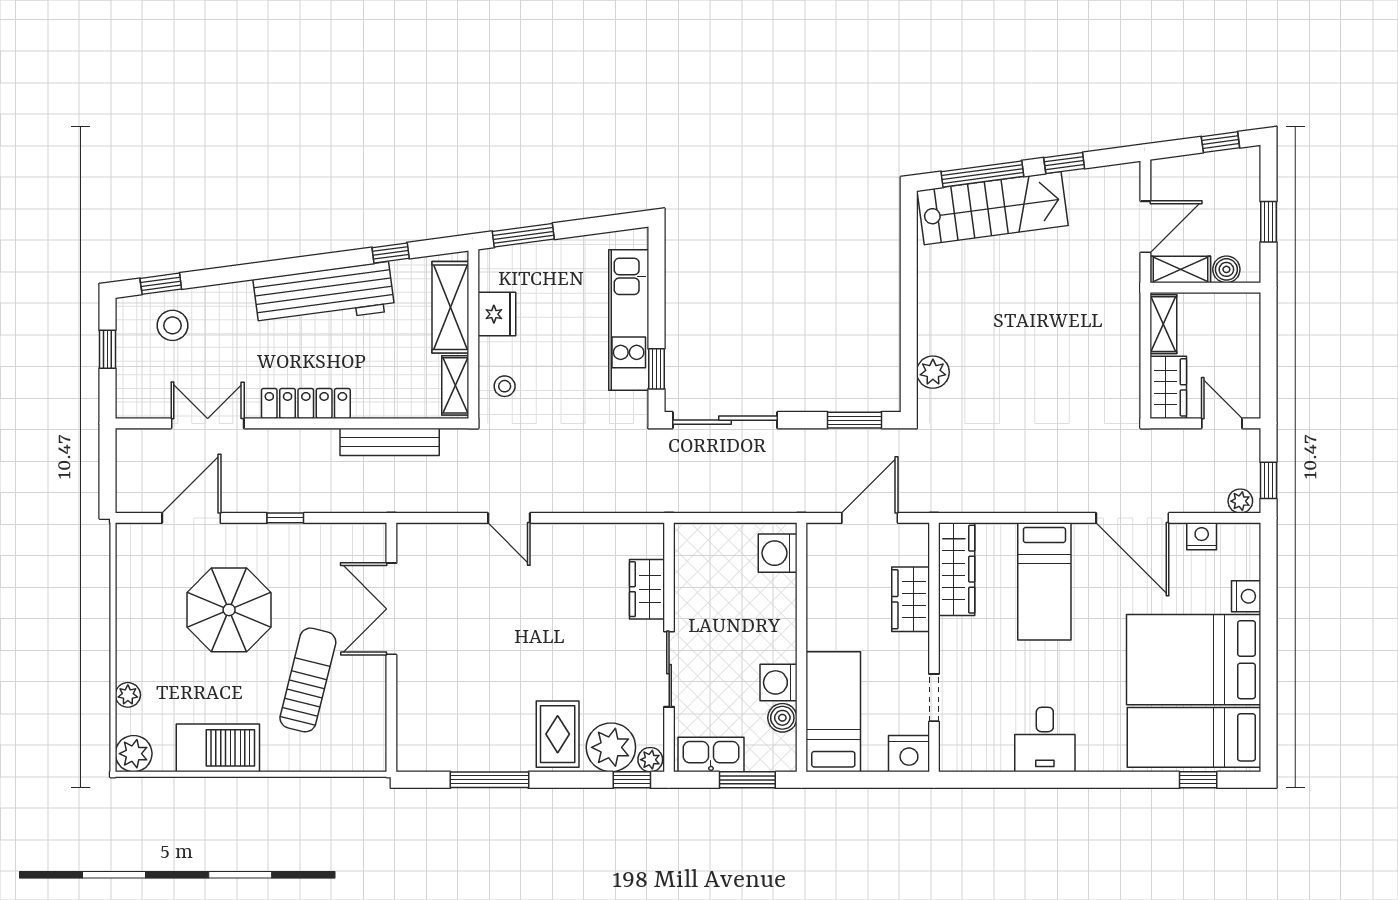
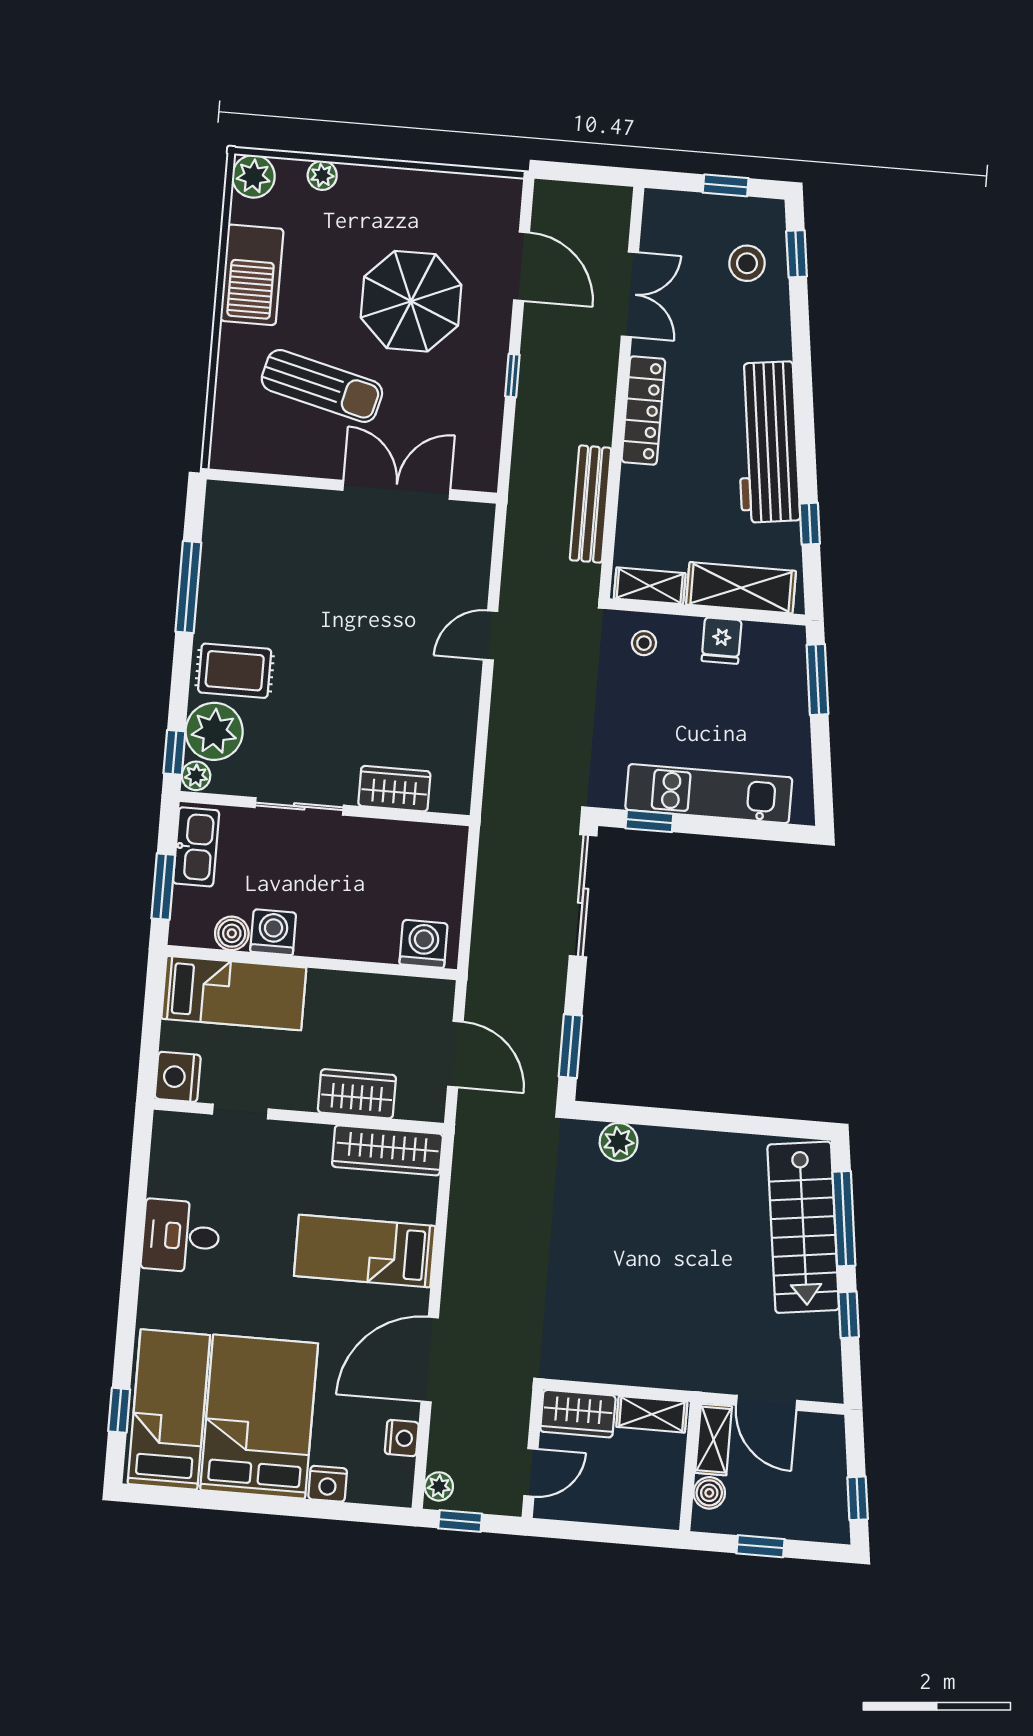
fridge: (497, 314) -> (722, 641), width x0.72

